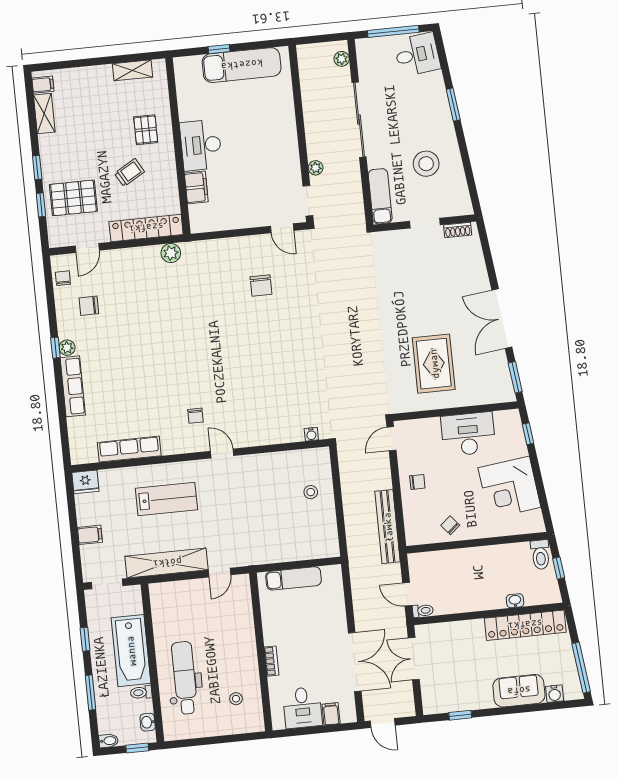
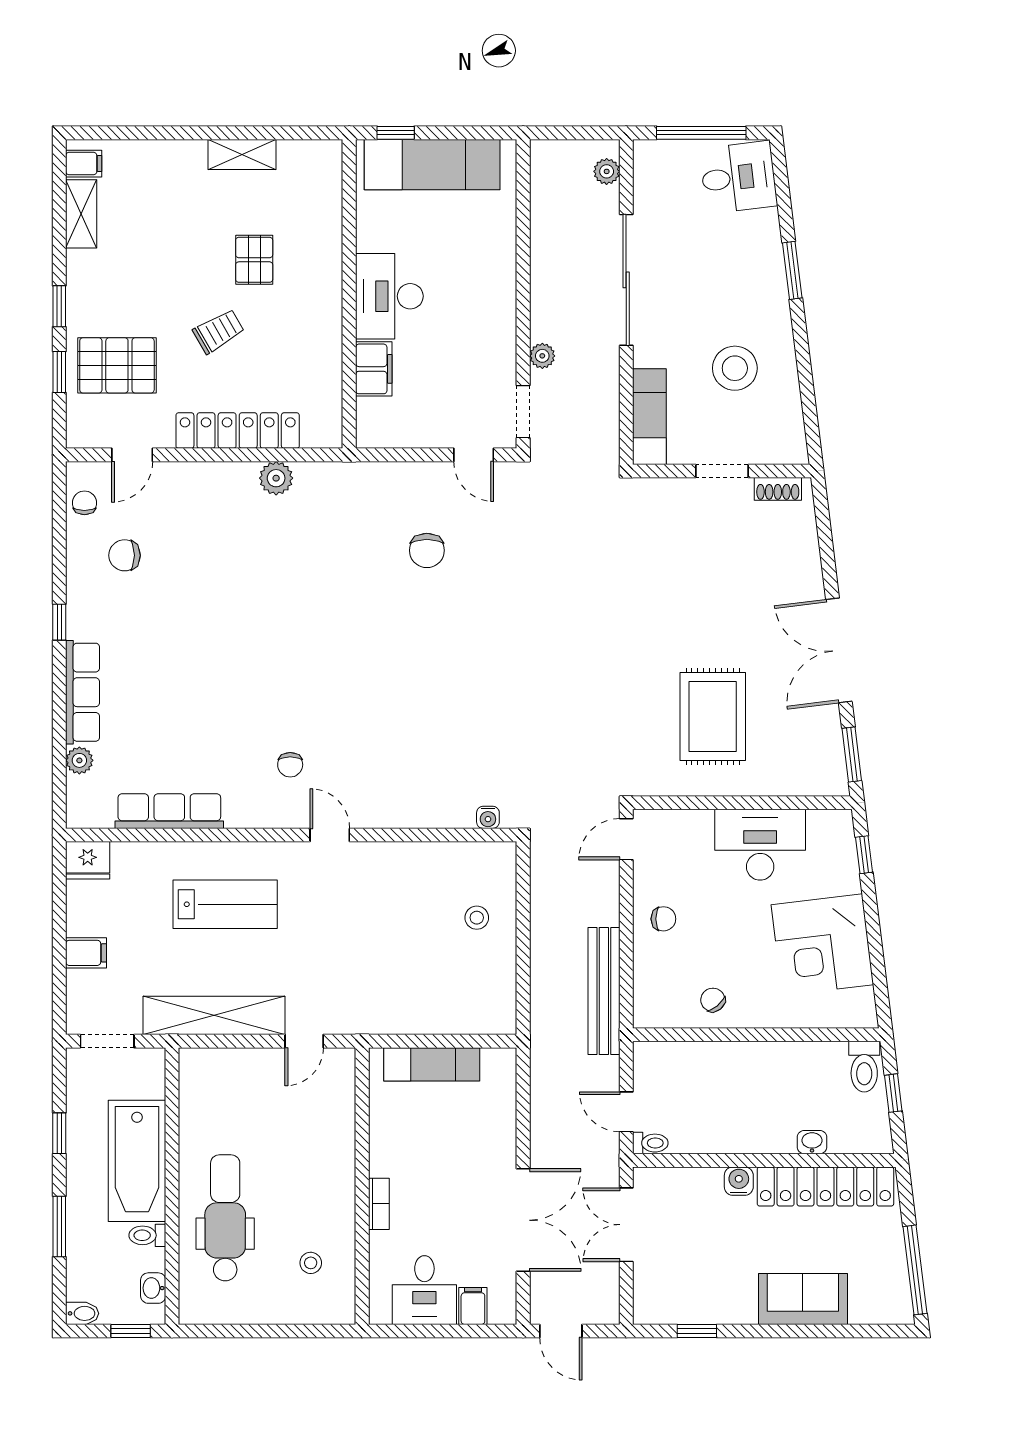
desk: (201, 145) -> (389, 296), moved
wall: (178, 146) -> (349, 294), moved
filing cabinet: (196, 187) -> (374, 369), moved
plant: (67, 348) -> (79, 760), moved
water cooler: (555, 694) -> (739, 1181), moved, turned 180

